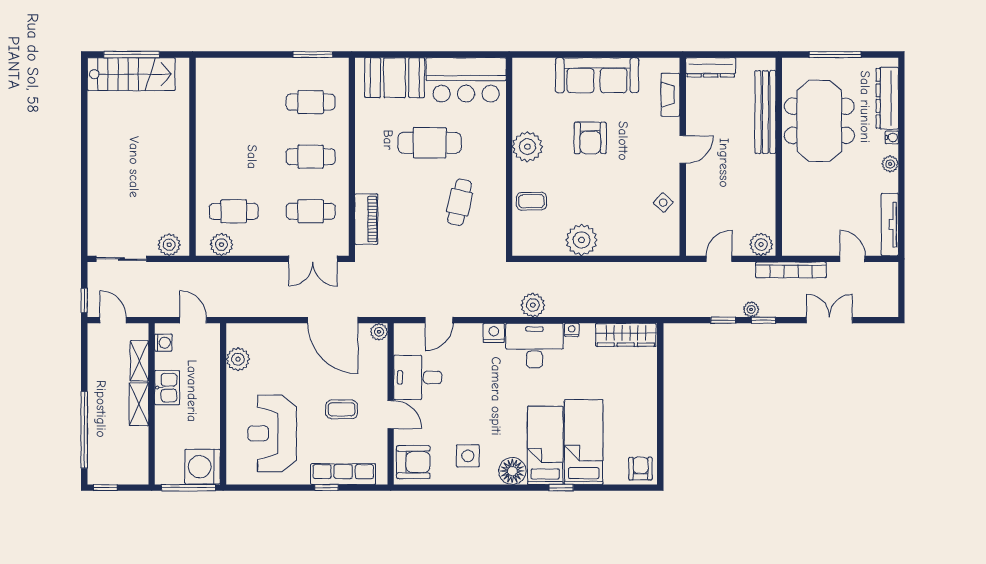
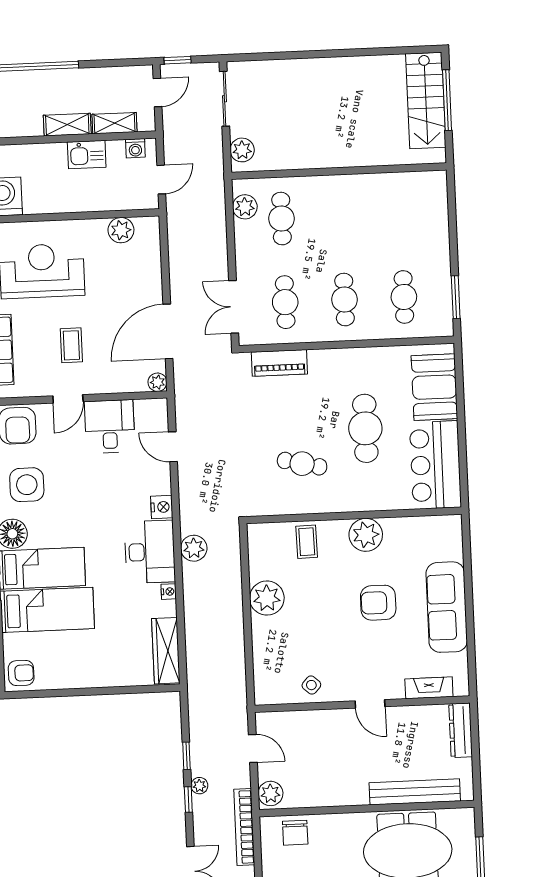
chair: (798, 223) -> (295, 833), added
side table: (468, 456) -> (27, 485), width x1.37, depth x1.37

